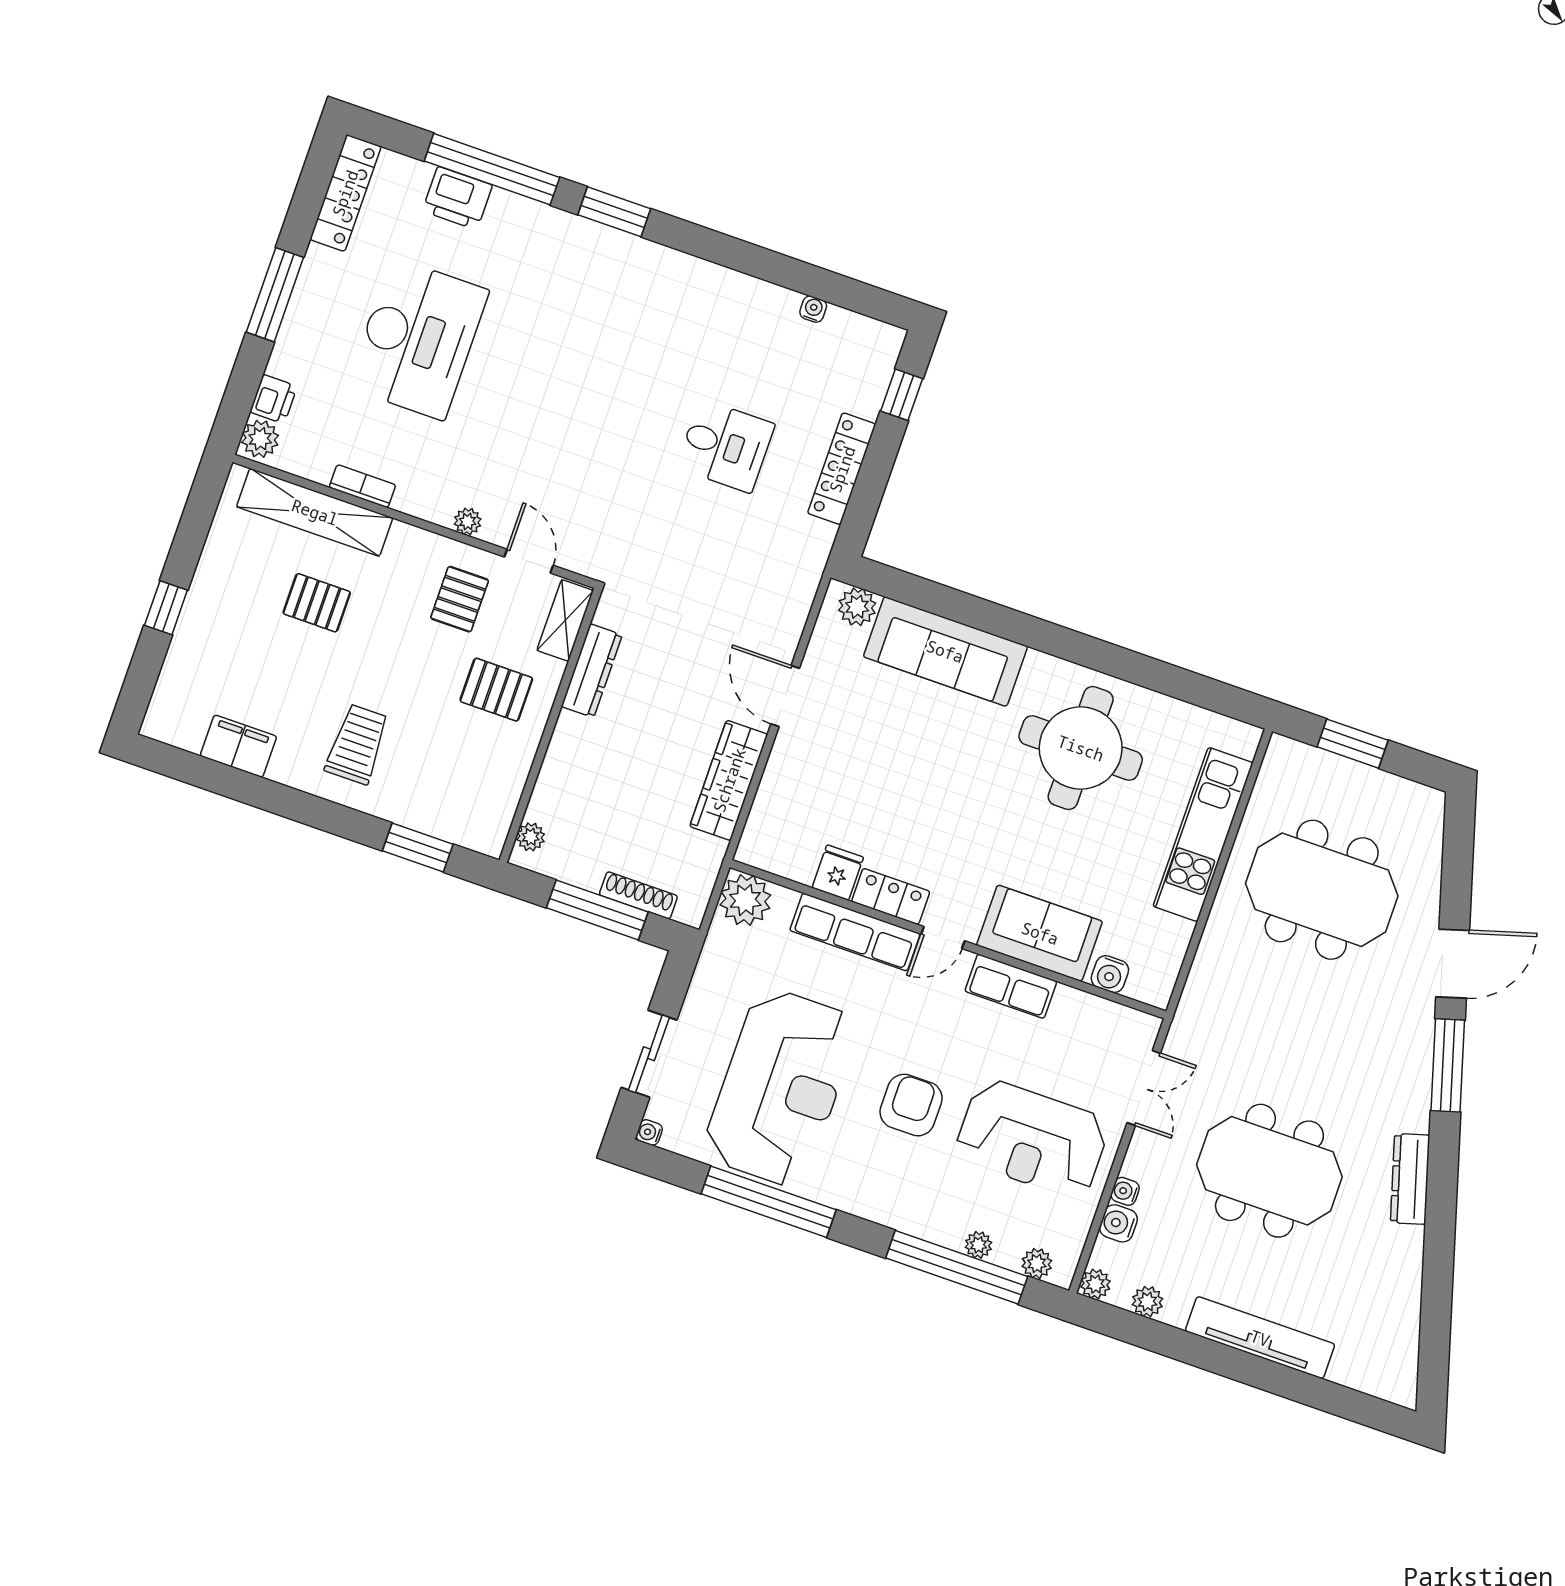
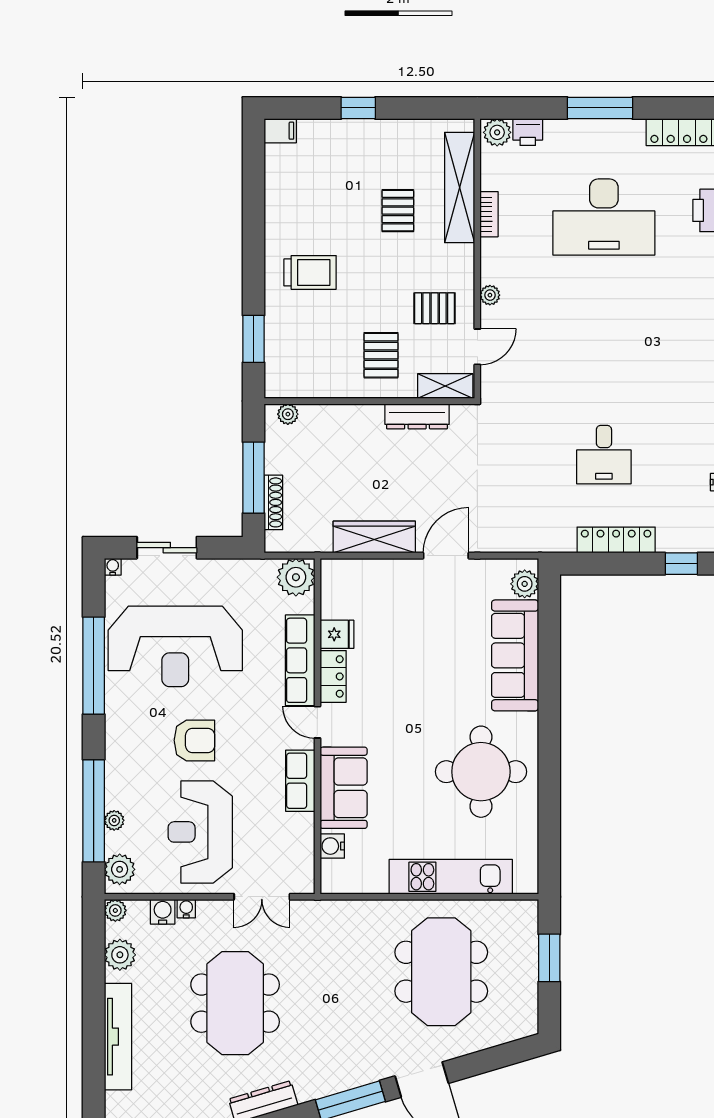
filing cabinet: (238, 746) -> (280, 131), moved, width x0.50
plant: (1037, 1263) -> (120, 869), width x1.38, depth x1.38
plant: (1147, 1302) -> (120, 955), width x1.38, depth x1.38

